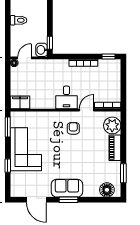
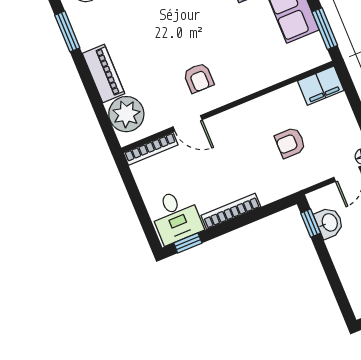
washbasin: (42, 50) -> (329, 223), moved
armchair: (44, 82) -> (290, 143), added
desk: (66, 97) -> (176, 216), moved, turned 180
door: (86, 110) -> (188, 123), hinge flipped

